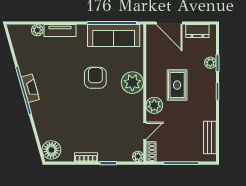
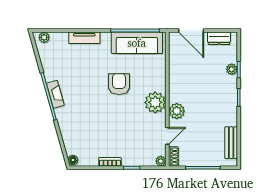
plant: (37, 30) -> (44, 37), moved
plant: (132, 83) -> (155, 102), moved
rug: (177, 85) -> (199, 91), removed
floor lamp: (51, 150) -> (73, 160), width x0.53, depth x0.53

